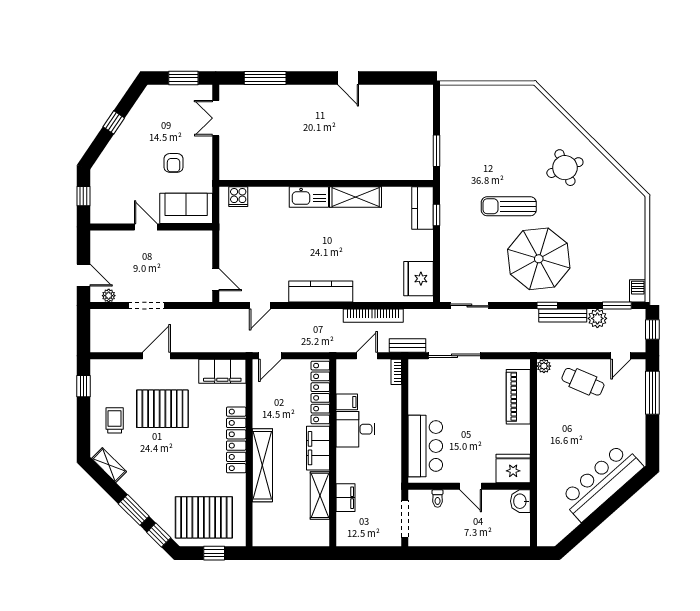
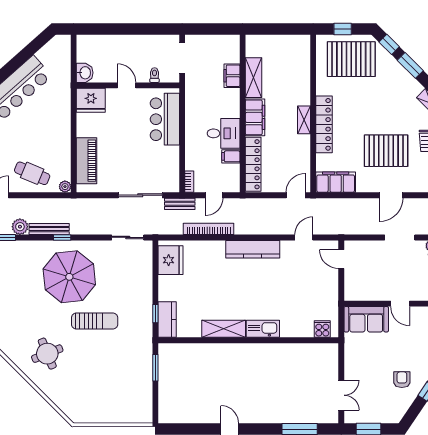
armchair: (174, 163) -> (402, 380), moved
shelving: (262, 465) -> (304, 120), width x0.45, depth x0.75

